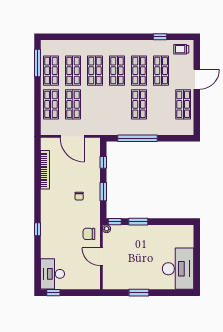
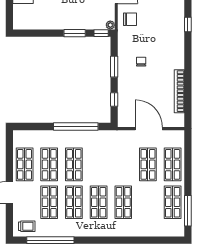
window: (160, 37) -> (50, 240), width x3.17
shop shelf: (73, 71) -> (49, 164), moved

